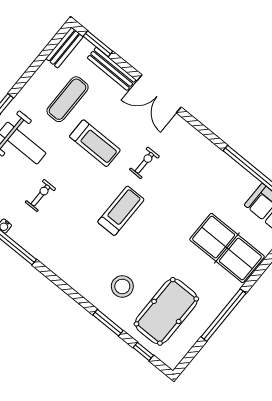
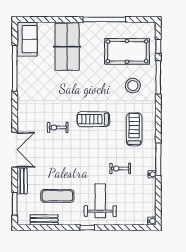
bench: (64, 48) -> (44, 220), moved
bench: (112, 69) -> (22, 181), width x0.73
treadmill: (95, 143) -> (134, 129), moved
window: (108, 323) -> (158, 77), width x1.44

